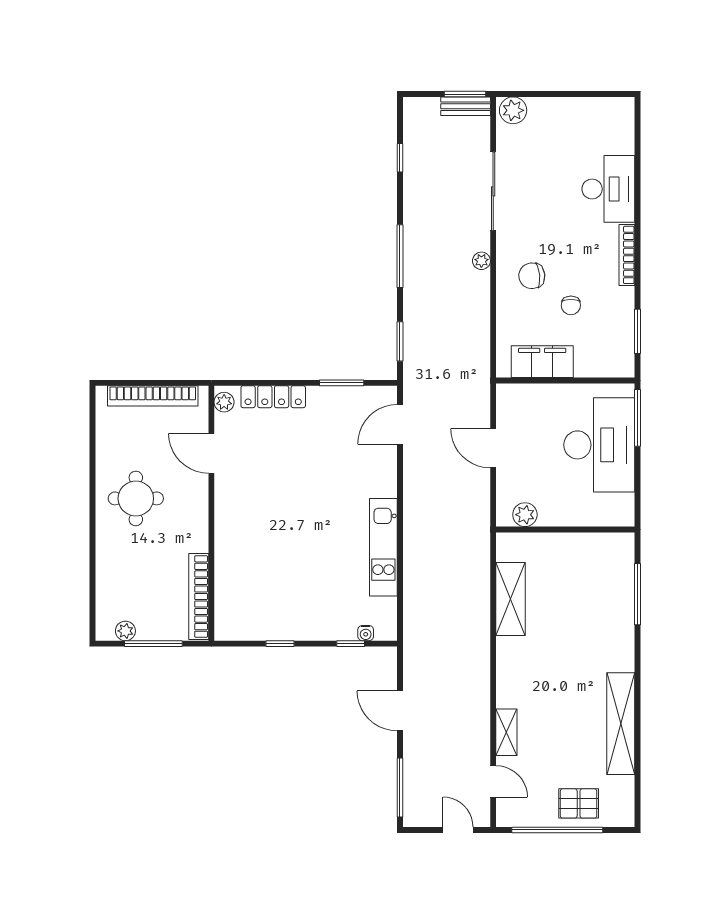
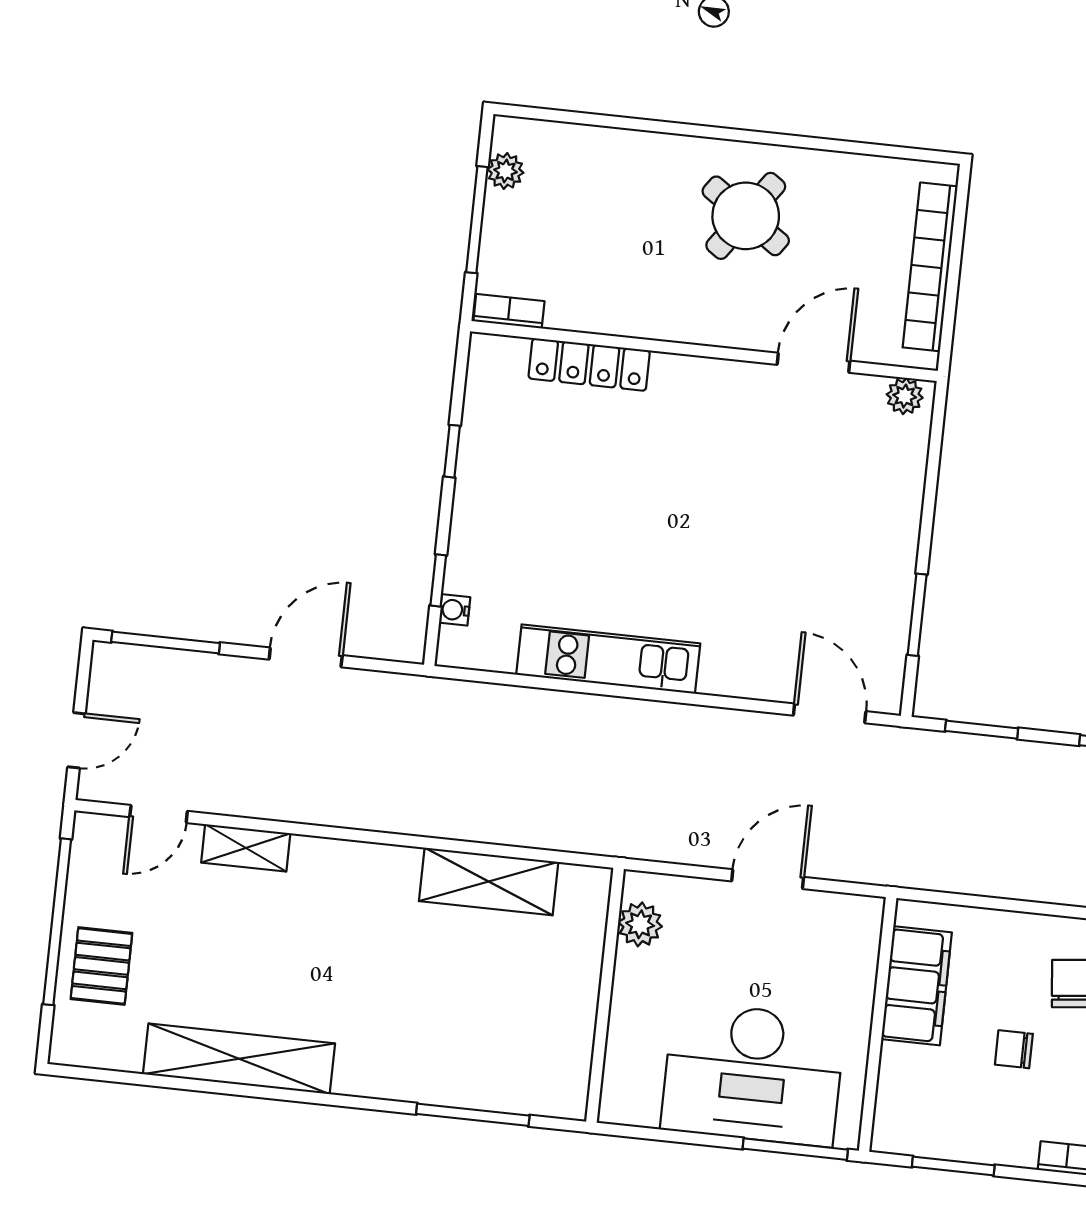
locker: (273, 397) -> (589, 364), moved, turned -90
round table: (136, 498) -> (746, 216), turned 35
bookcase: (199, 597) -> (509, 311), width x0.43, depth x0.76

